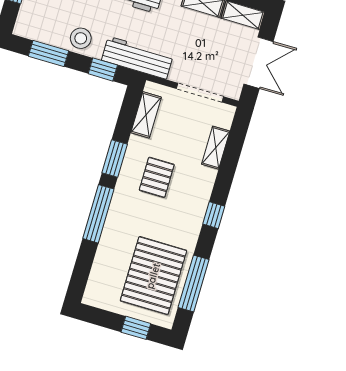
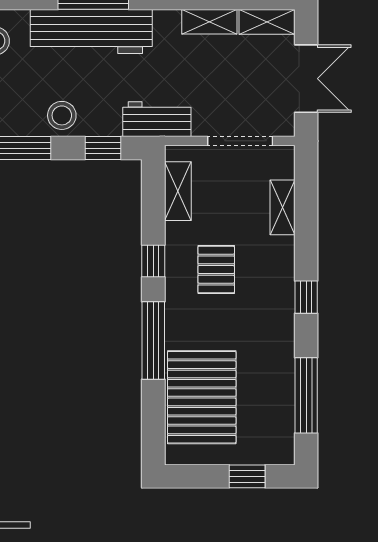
workbench: (137, 58) -> (157, 119), width x0.73
window: (115, 158) -> (153, 261), width x0.67
pallet: (153, 276) -> (202, 397), moved

